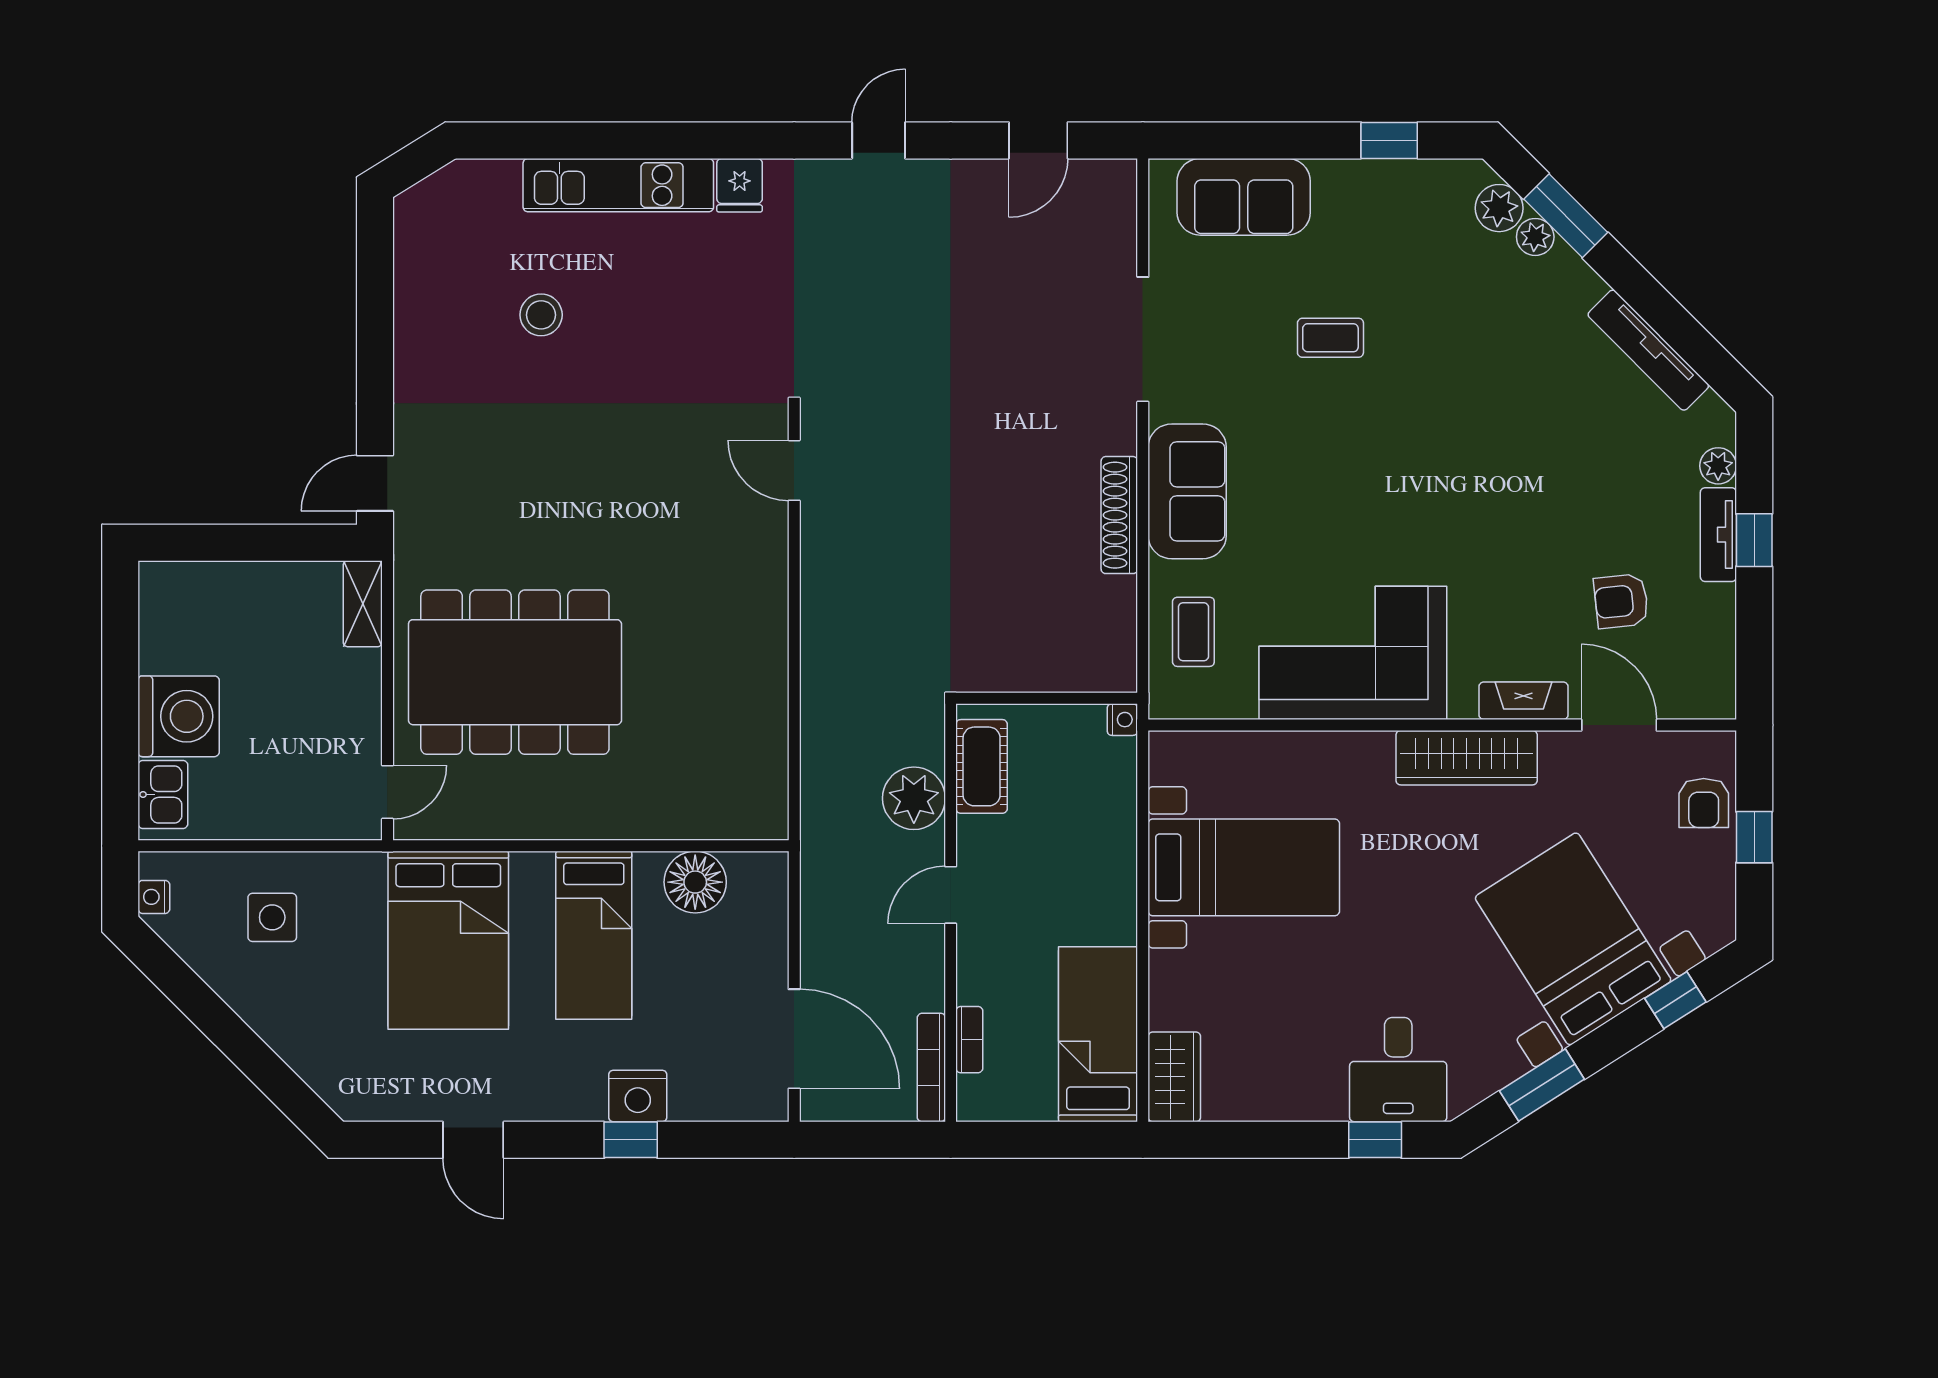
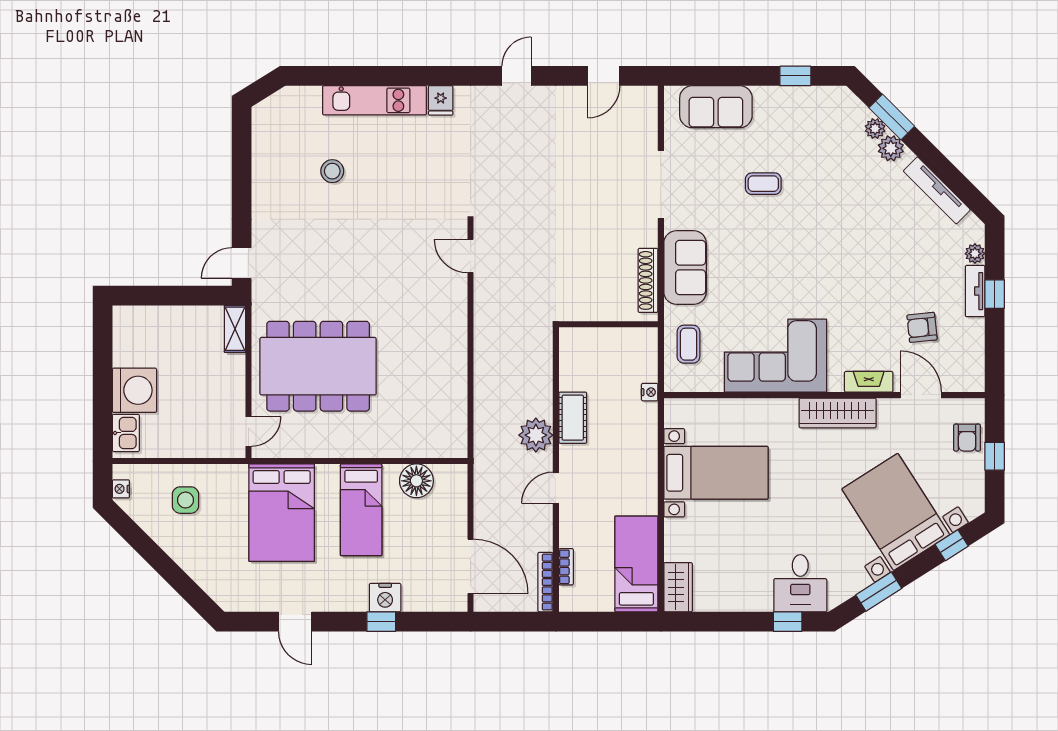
plant: (1499, 208) -> (891, 148), moved
wall: (1047, 698) -> (608, 324), moved

